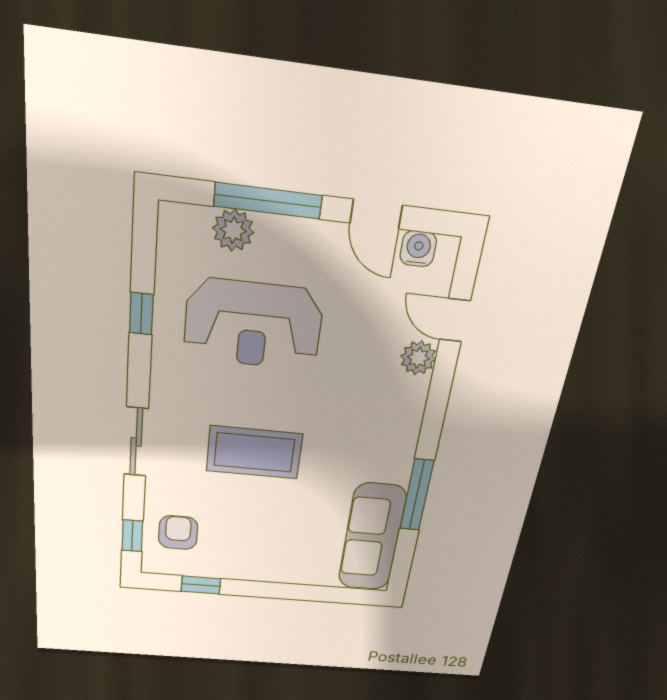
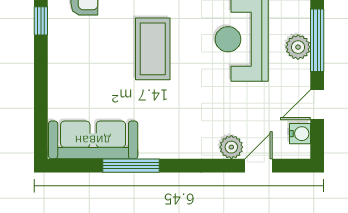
plant: (233, 230) -> (298, 47), moved

